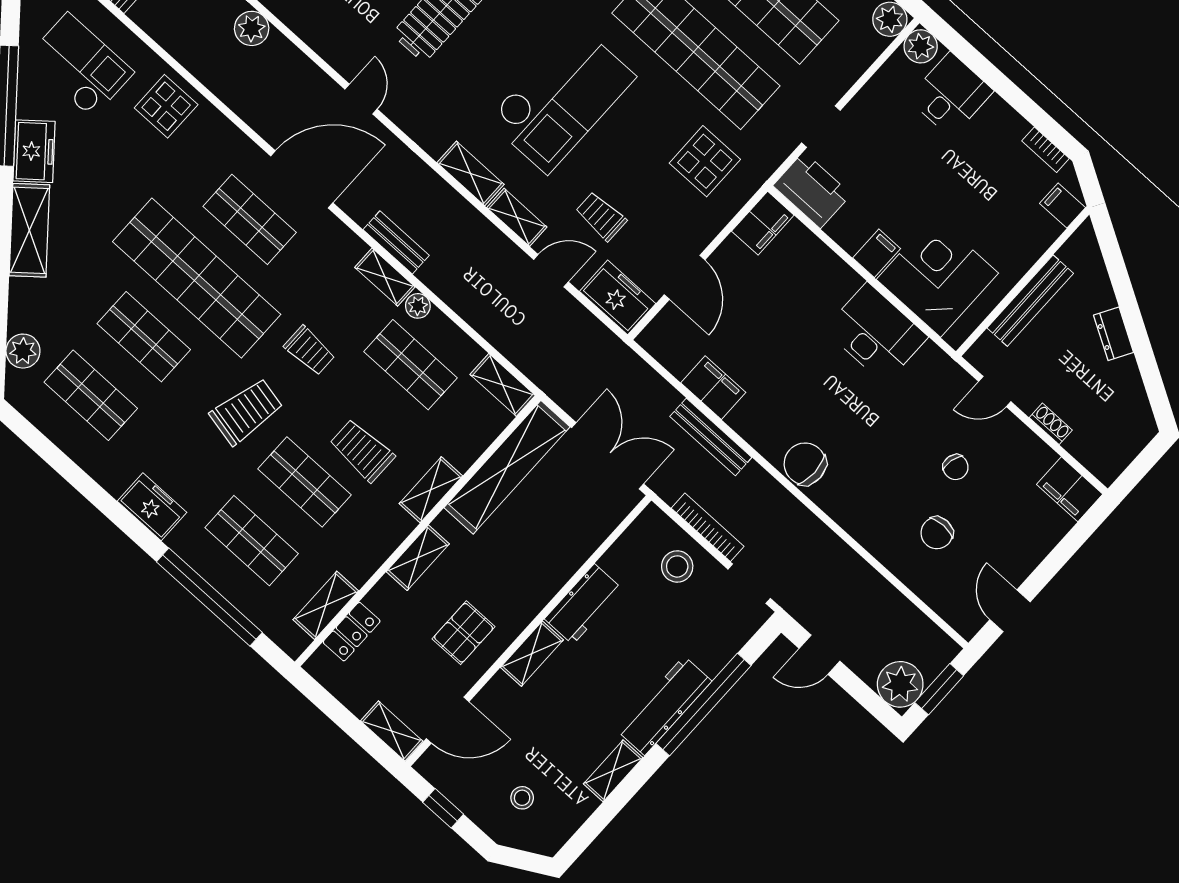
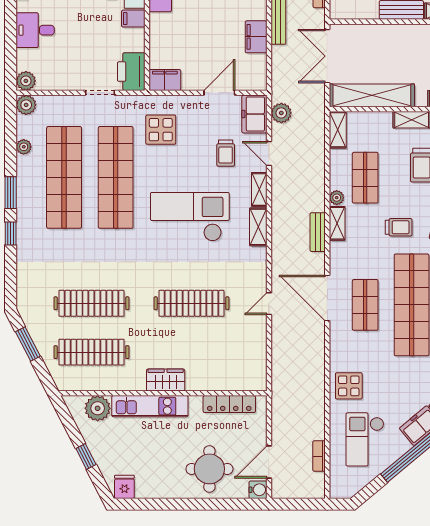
plant: (252, 28) -> (281, 113), moved
desk: (951, 95) -> (35, 30), moved
trolley: (310, 351) -> (399, 227), turned 90

